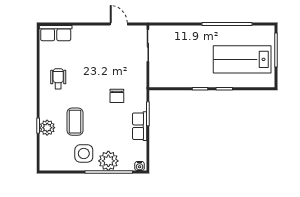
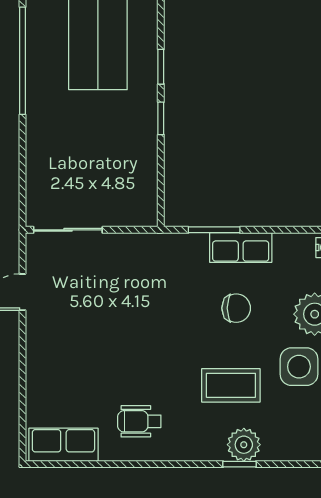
row of seats: (56, 33) -> (63, 445), moved, turned -90
chair: (117, 96) -> (236, 308), moved

